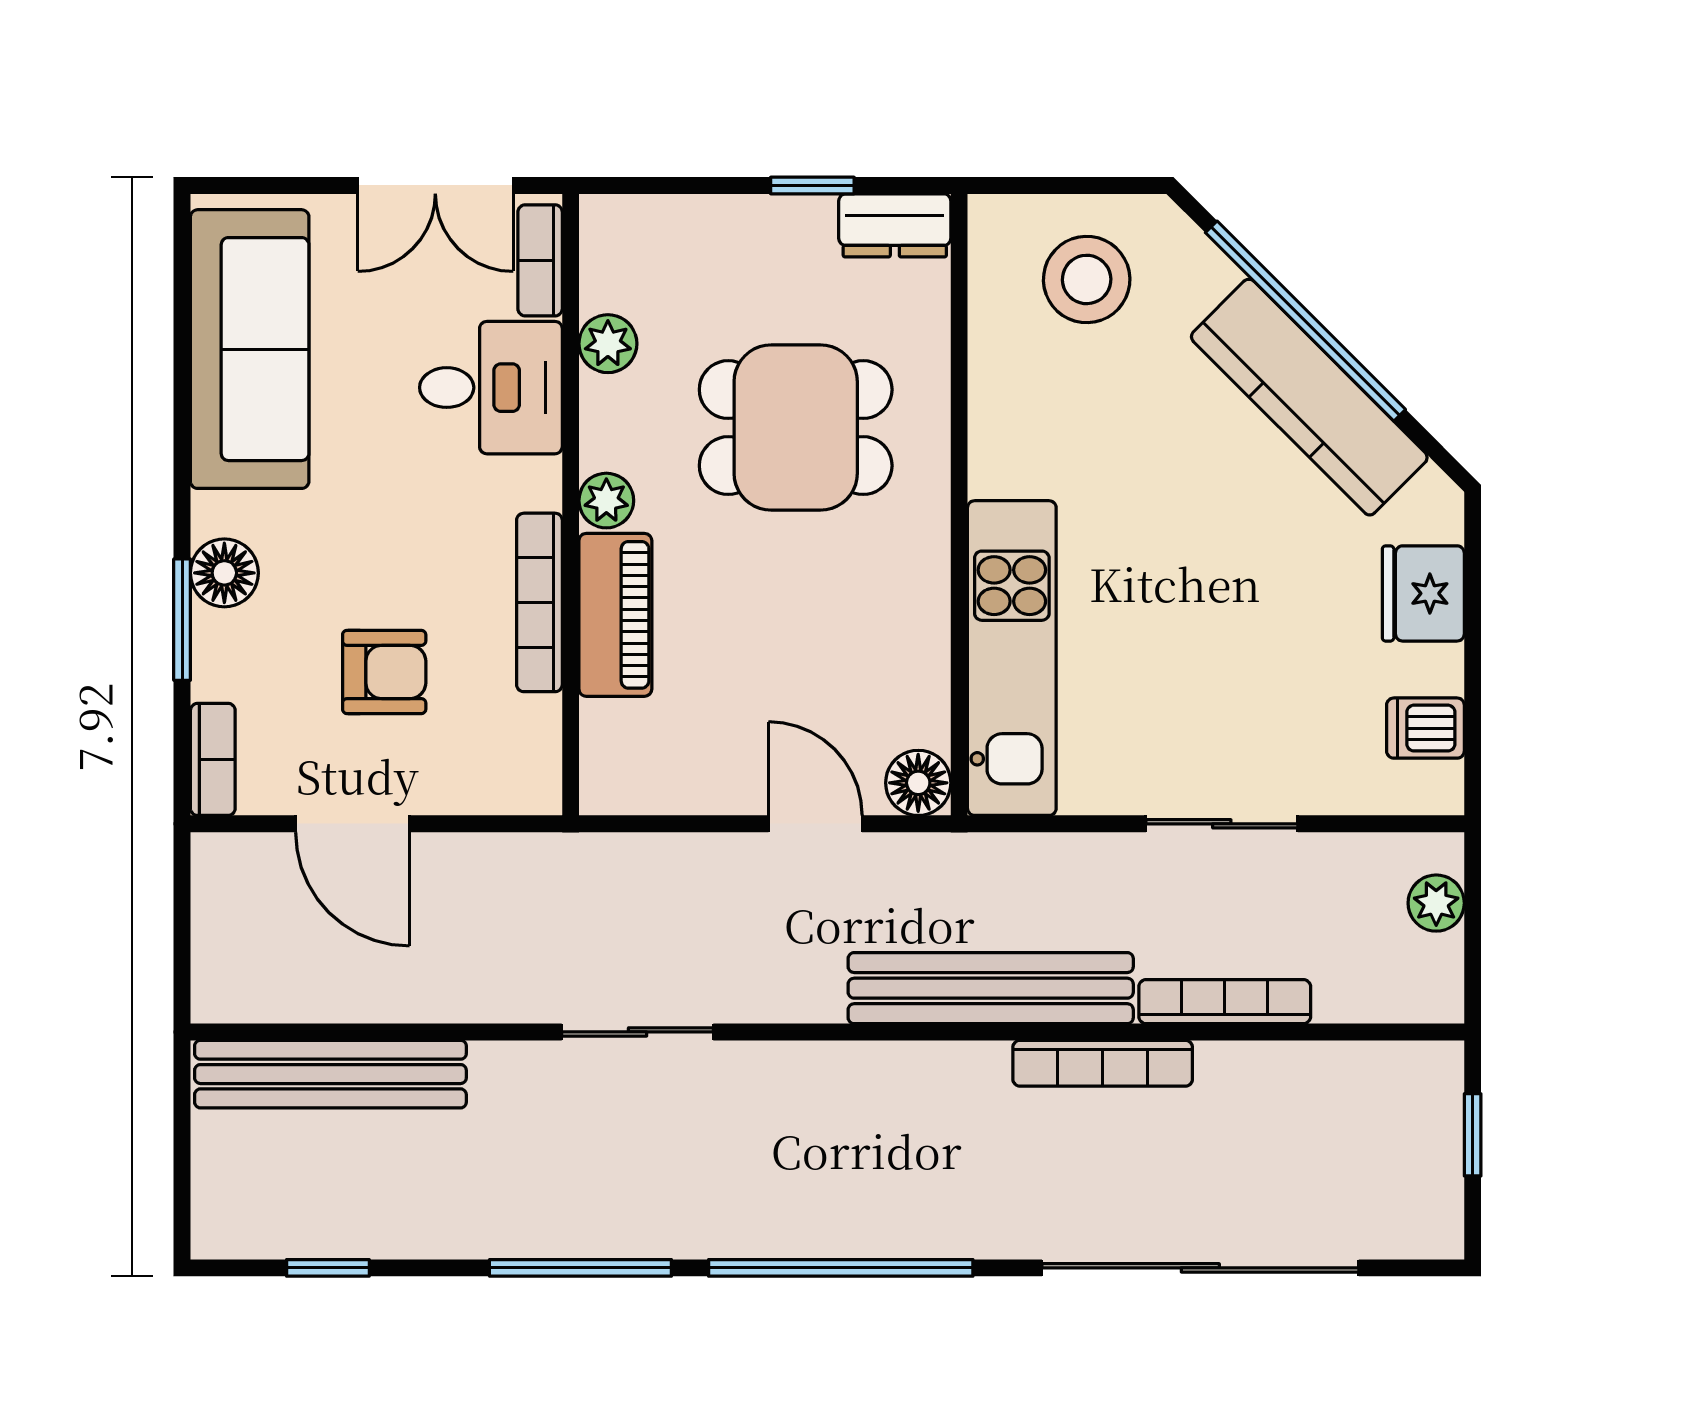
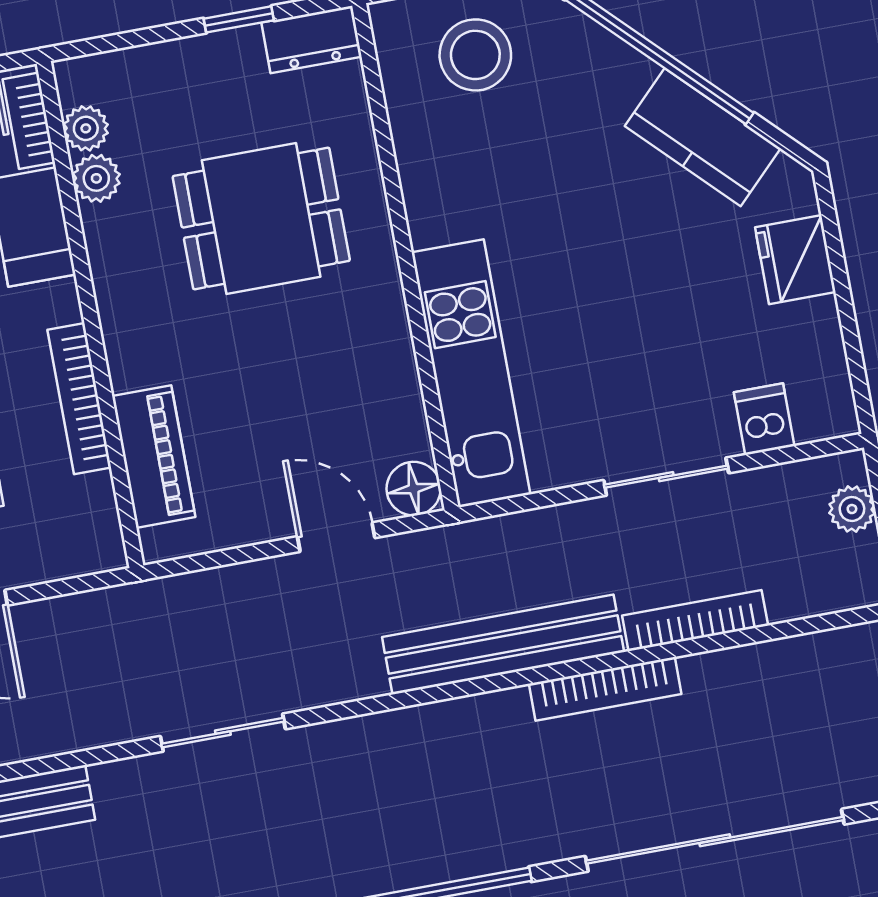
kitchen counter: (1309, 397) -> (703, 137), width x0.67
plant: (606, 501) -> (86, 128), moved
piano: (615, 615) -> (154, 457), moved
dishwasher: (1425, 728) -> (764, 419), moved, turned 90

